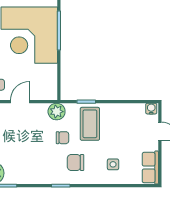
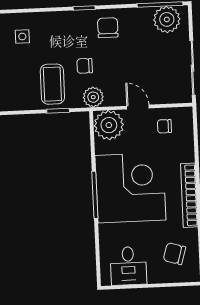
plant: (45, 88) -> (109, 125), added
door: (20, 102) -> (138, 107), swing flipped
chair: (76, 162) -> (108, 28), moved, turned -90

